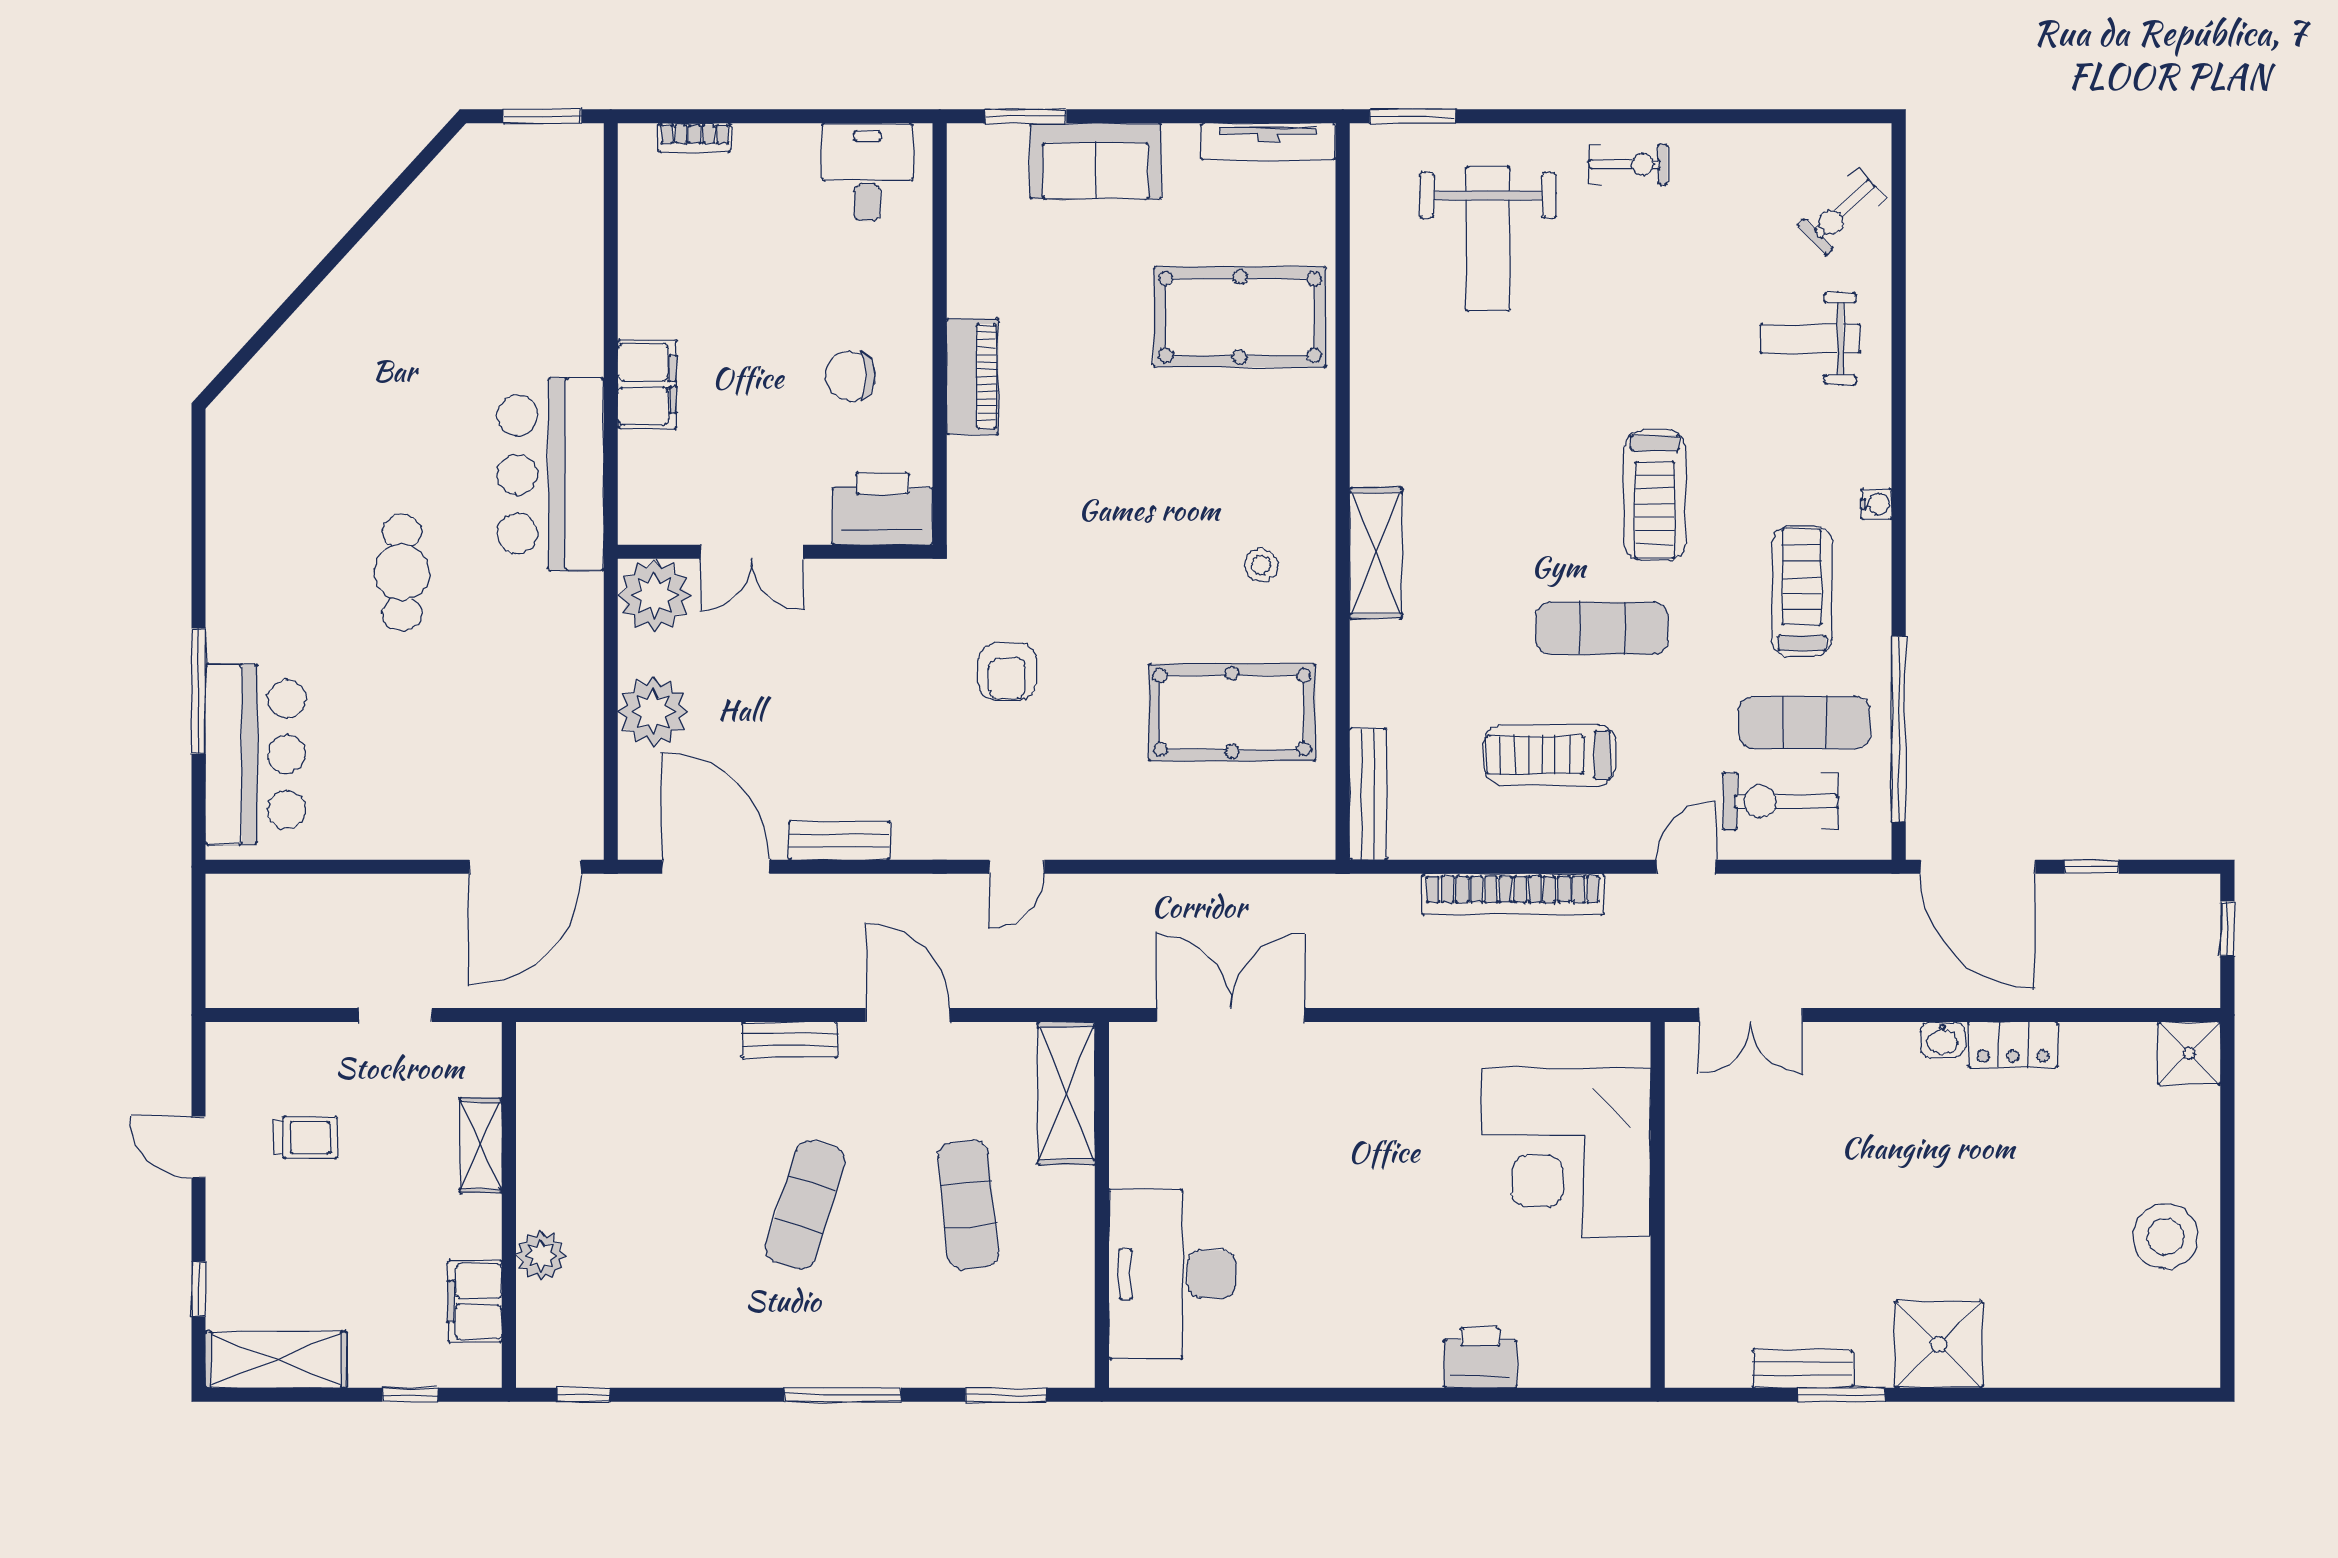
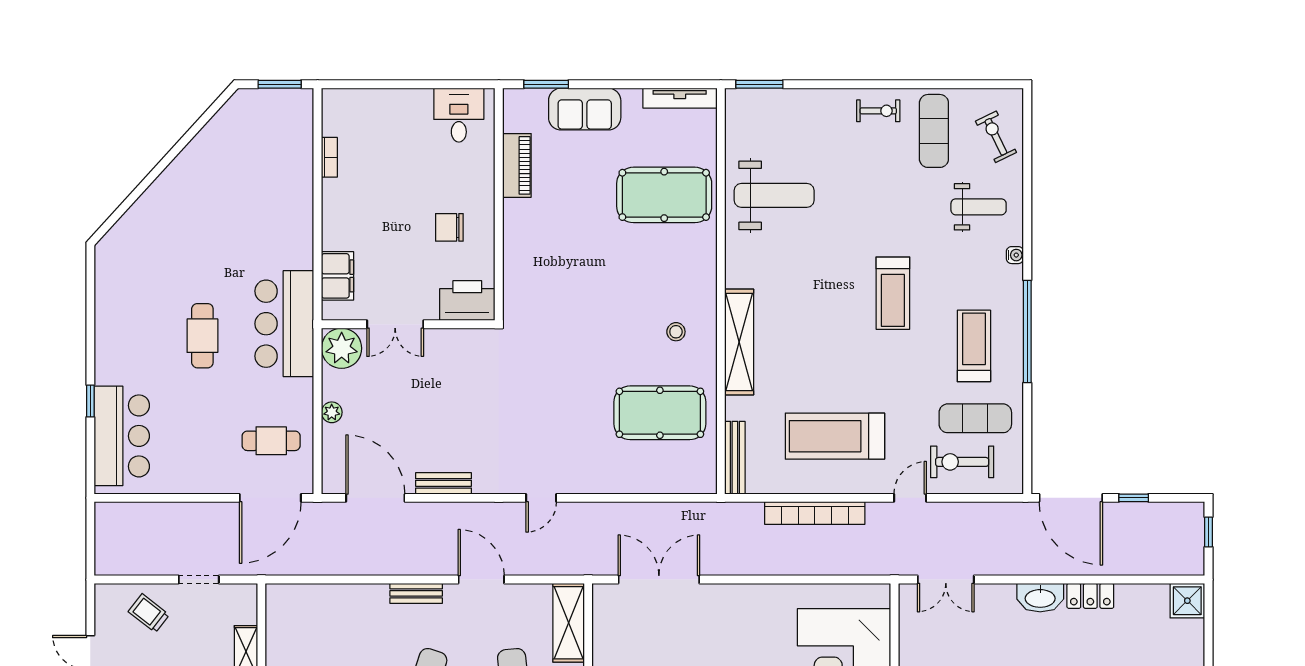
bookcase: (695, 138) -> (329, 157), moved, turned -90
exercise bike: (1842, 212) -> (996, 137), turned 108
weight bench: (1488, 239) -> (774, 195), moved, turned -90
weight bench: (1810, 339) -> (979, 207), turned 180
piano: (973, 376) -> (517, 165), moved
filing cabinet: (647, 384) -> (338, 276), moved
bar counter: (550, 474) -> (284, 324), moved
water cooler: (1876, 504) -> (1015, 255), moved
shelving: (1376, 553) -> (739, 342), width x1.47
exercise mat: (1602, 628) -> (934, 131), moved, turned 90
armchair: (1007, 672) -> (536, 390), removed
window: (199, 691) -> (90, 401), width x0.46
plant: (653, 712) -> (332, 412), width x0.53, depth x0.53
window: (1899, 729) -> (1027, 331), moved
treadmill: (1550, 755) -> (835, 436), width x1.37, depth x1.38
cafe table: (527, 763) -> (271, 441), added
washbasin: (1942, 1040) -> (1040, 598), width x1.91, depth x1.45
trolley: (306, 1137) -> (149, 613), moved, turned -142

